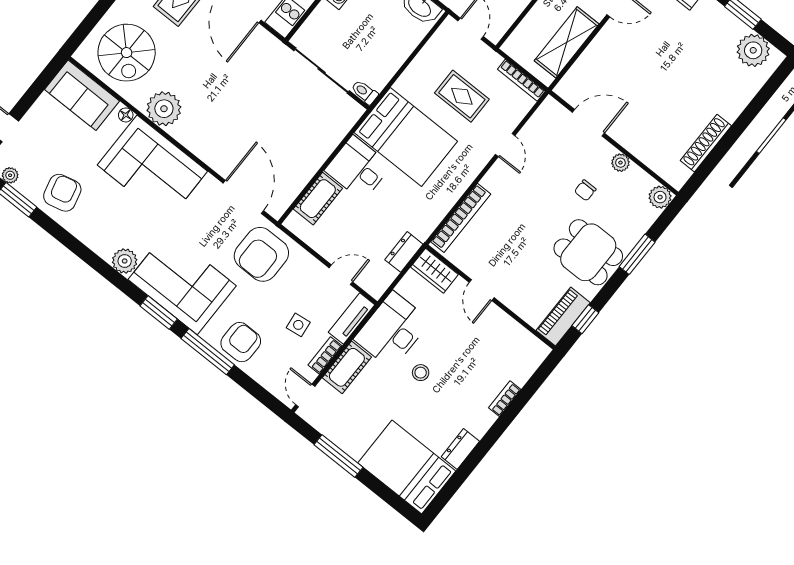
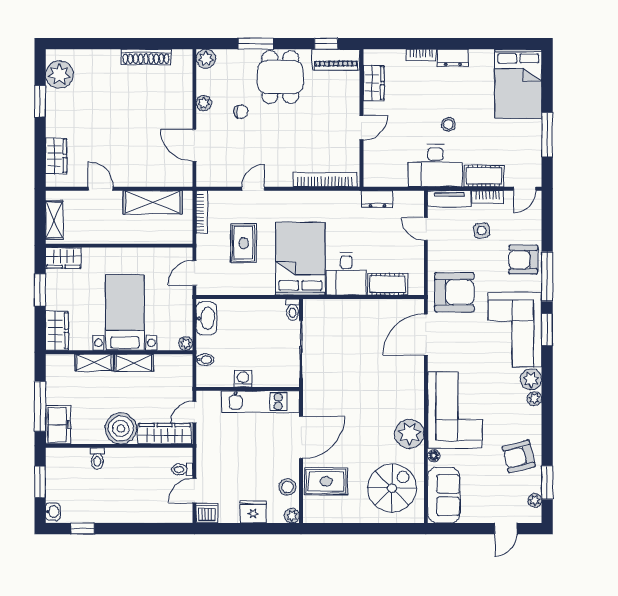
plant: (104, 250) -> (534, 399), added
wardrobe: (434, 271) -> (374, 83), moved
dresser: (460, 449) -> (453, 58), moved

